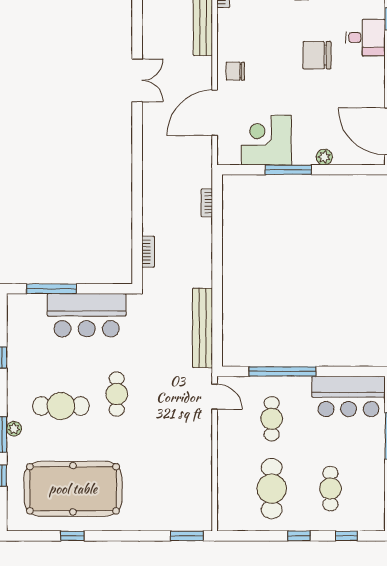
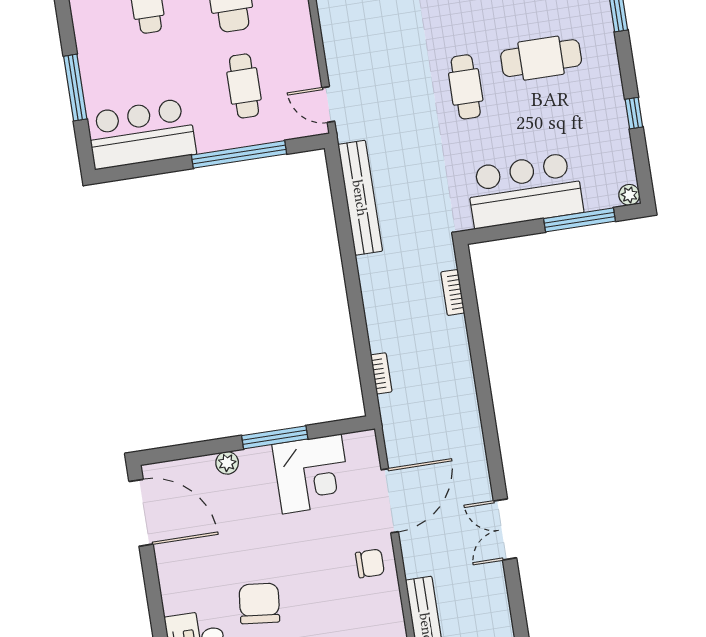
chair: (317, 55) -> (259, 603), turned -84
plant: (14, 429) -> (629, 195), moved

